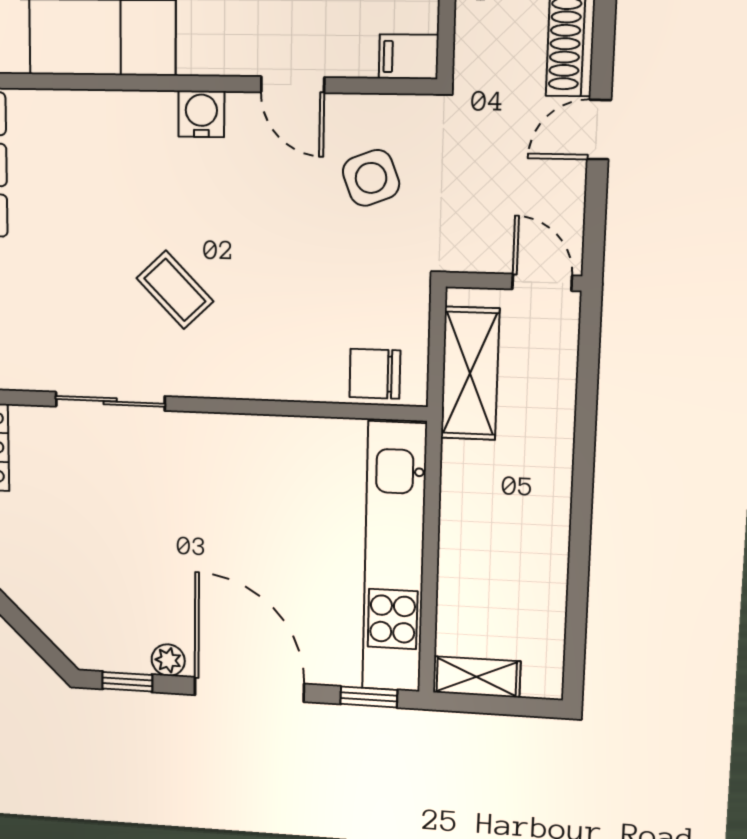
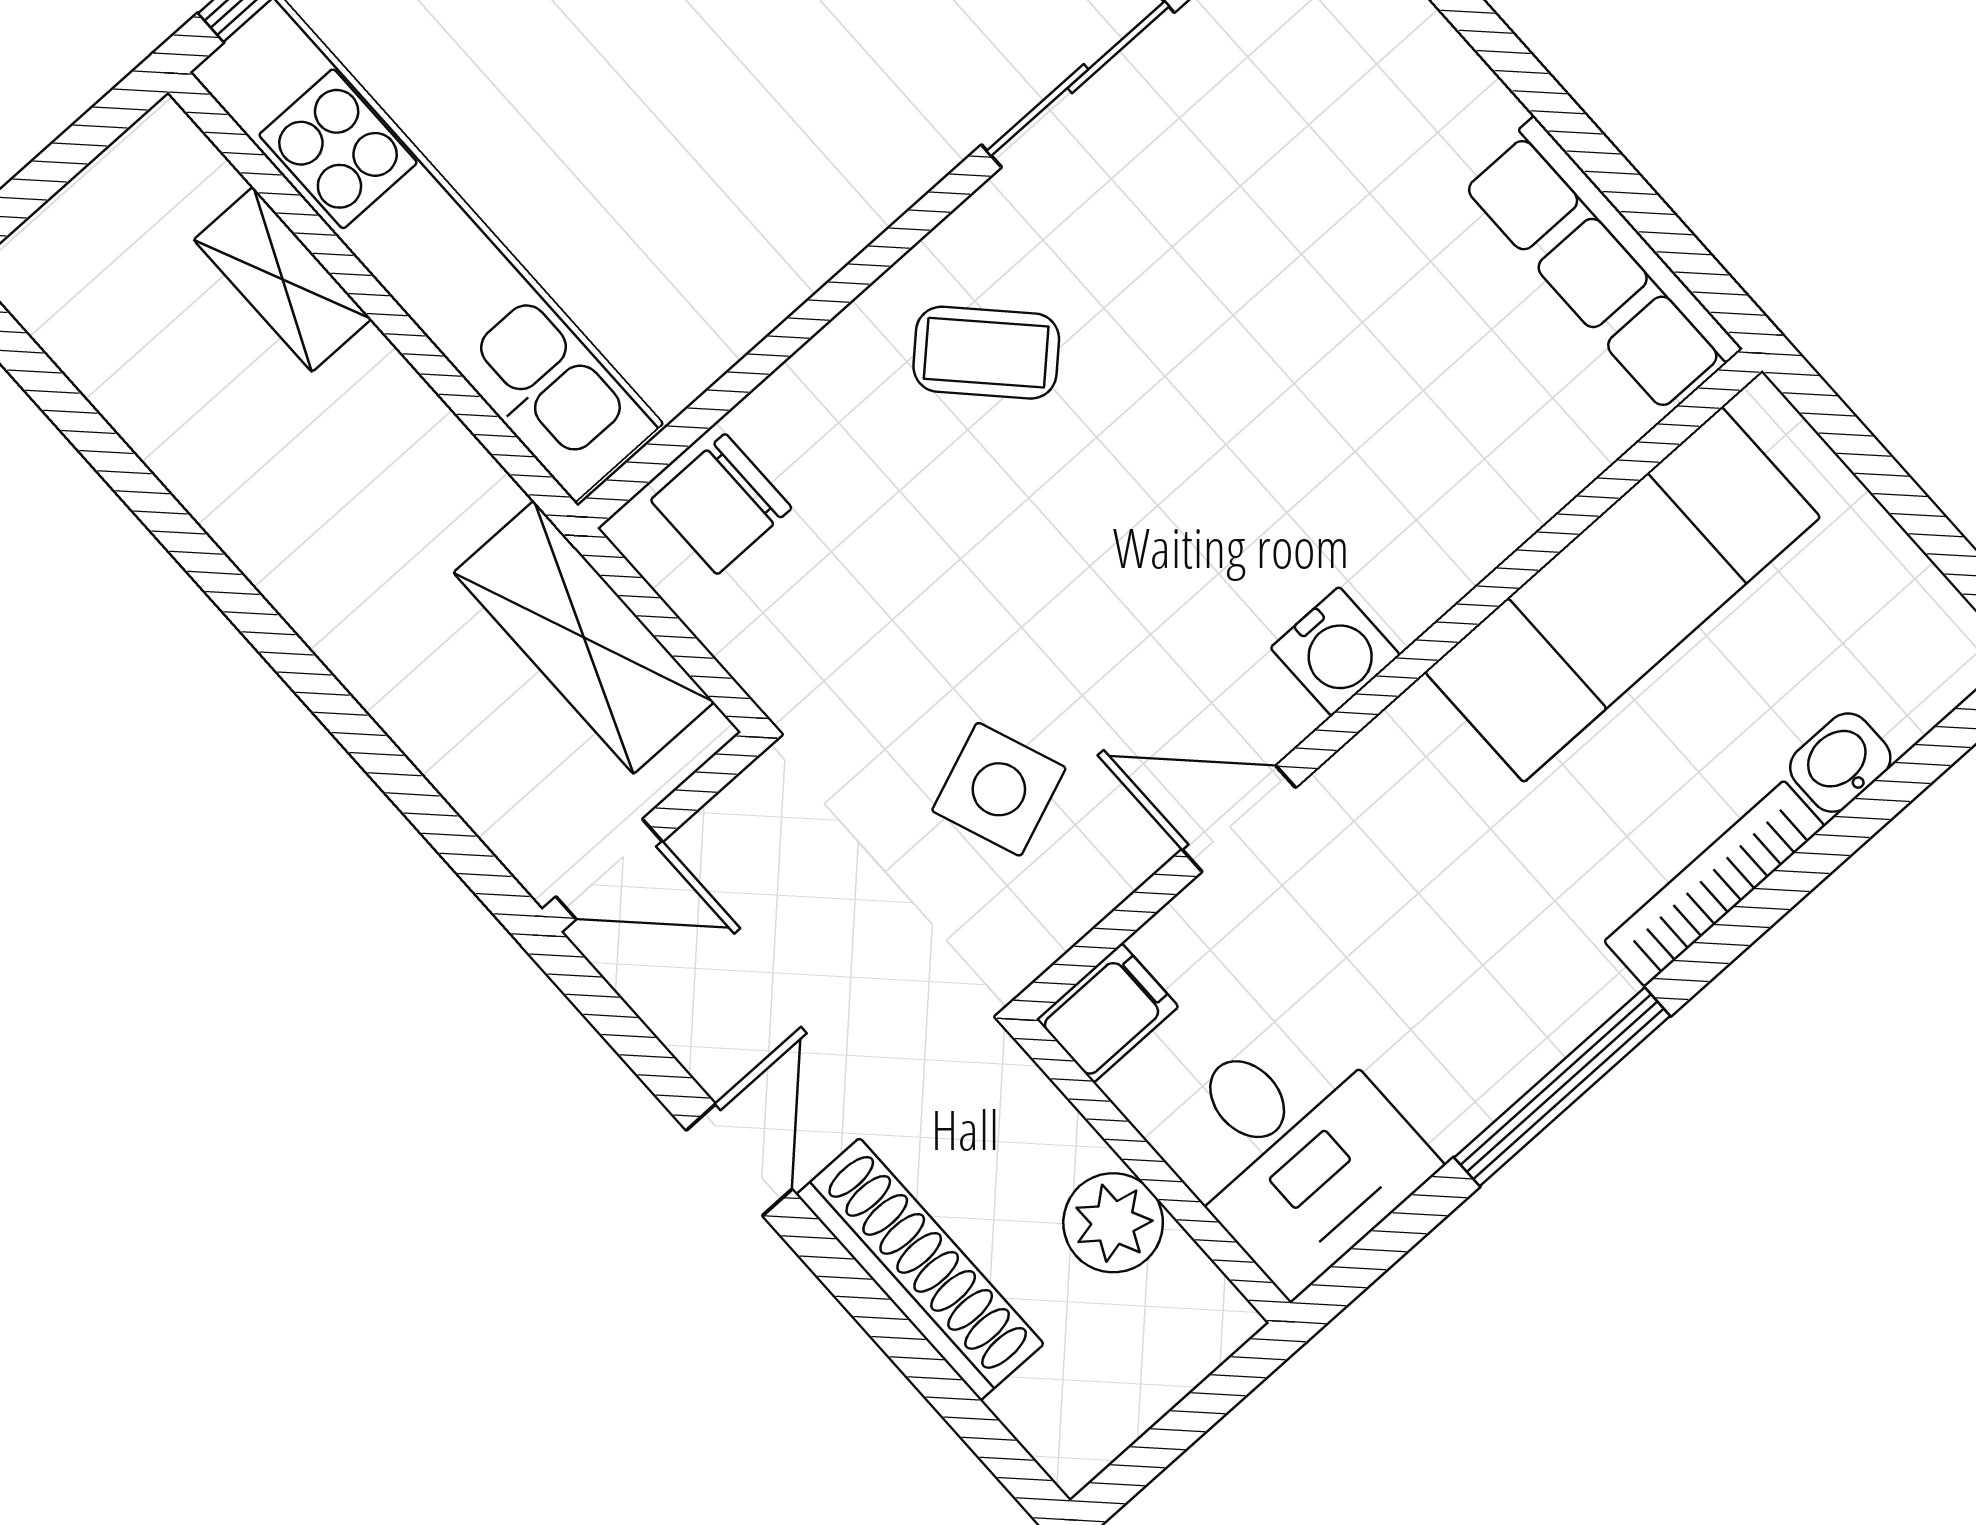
coffee table: (175, 290) -> (986, 353), moved
chair: (375, 374) -> (721, 504), turned 180
shelving: (477, 677) -> (283, 279), moved, turned 90

